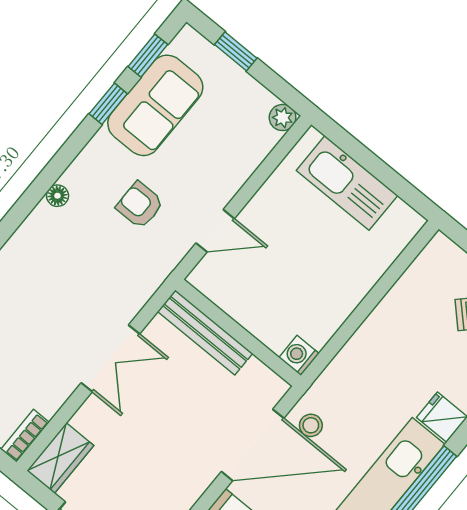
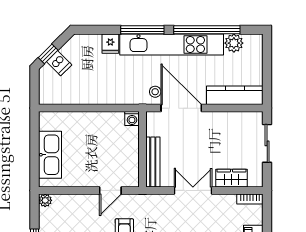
door: (215, 231) -> (110, 190), swing flipped
wardrobe: (60, 458) -> (231, 178), moved

